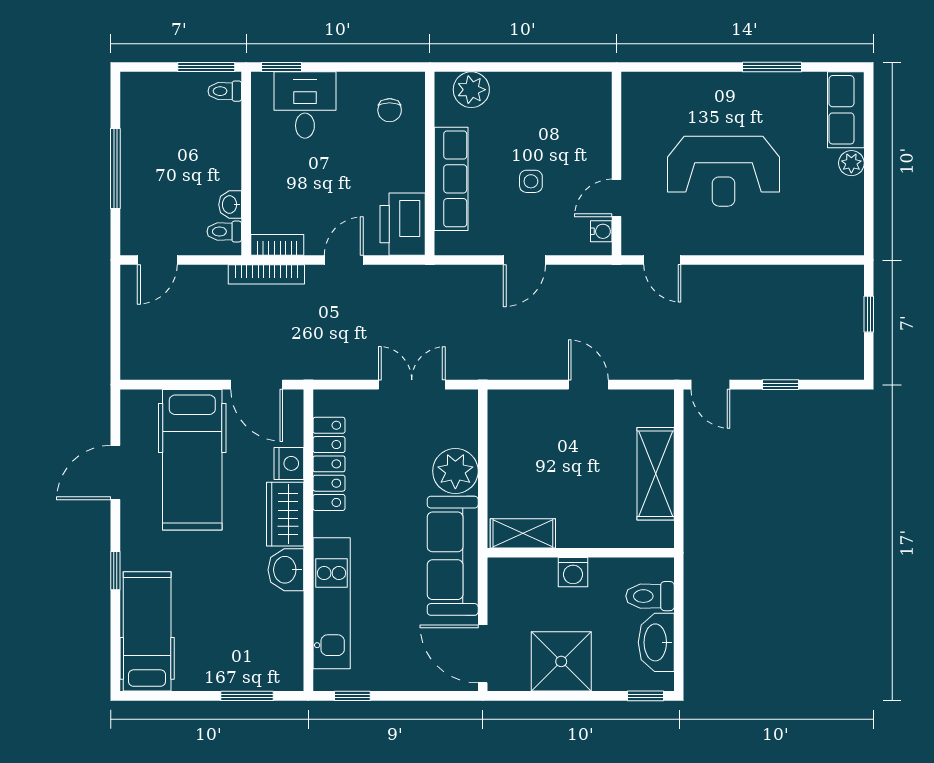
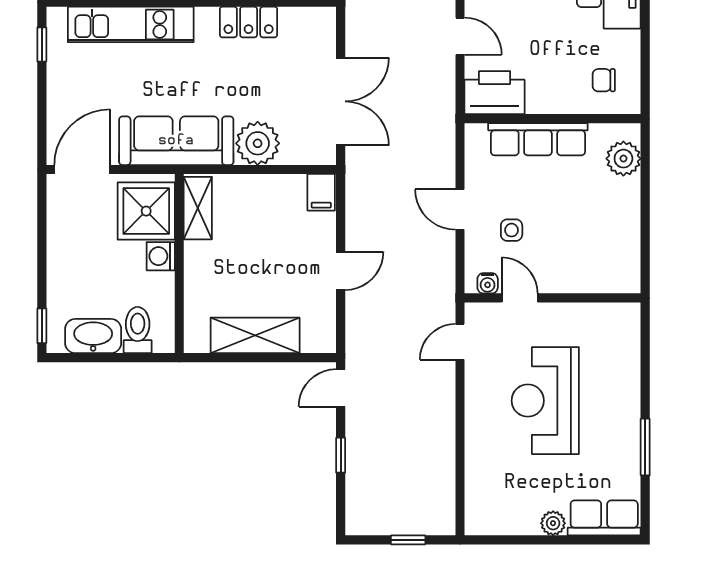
side table: (531, 181) -> (512, 230), moved
double door: (412, 385) -> (341, 101), width x1.37
filing cabinet: (506, 405) -> (321, 192), added
locker: (329, 464) -> (249, 22), width x0.66
shower: (561, 661) -> (146, 211), moved

